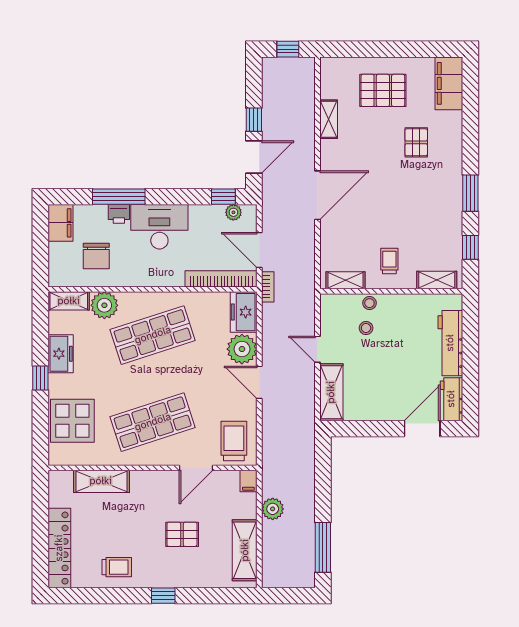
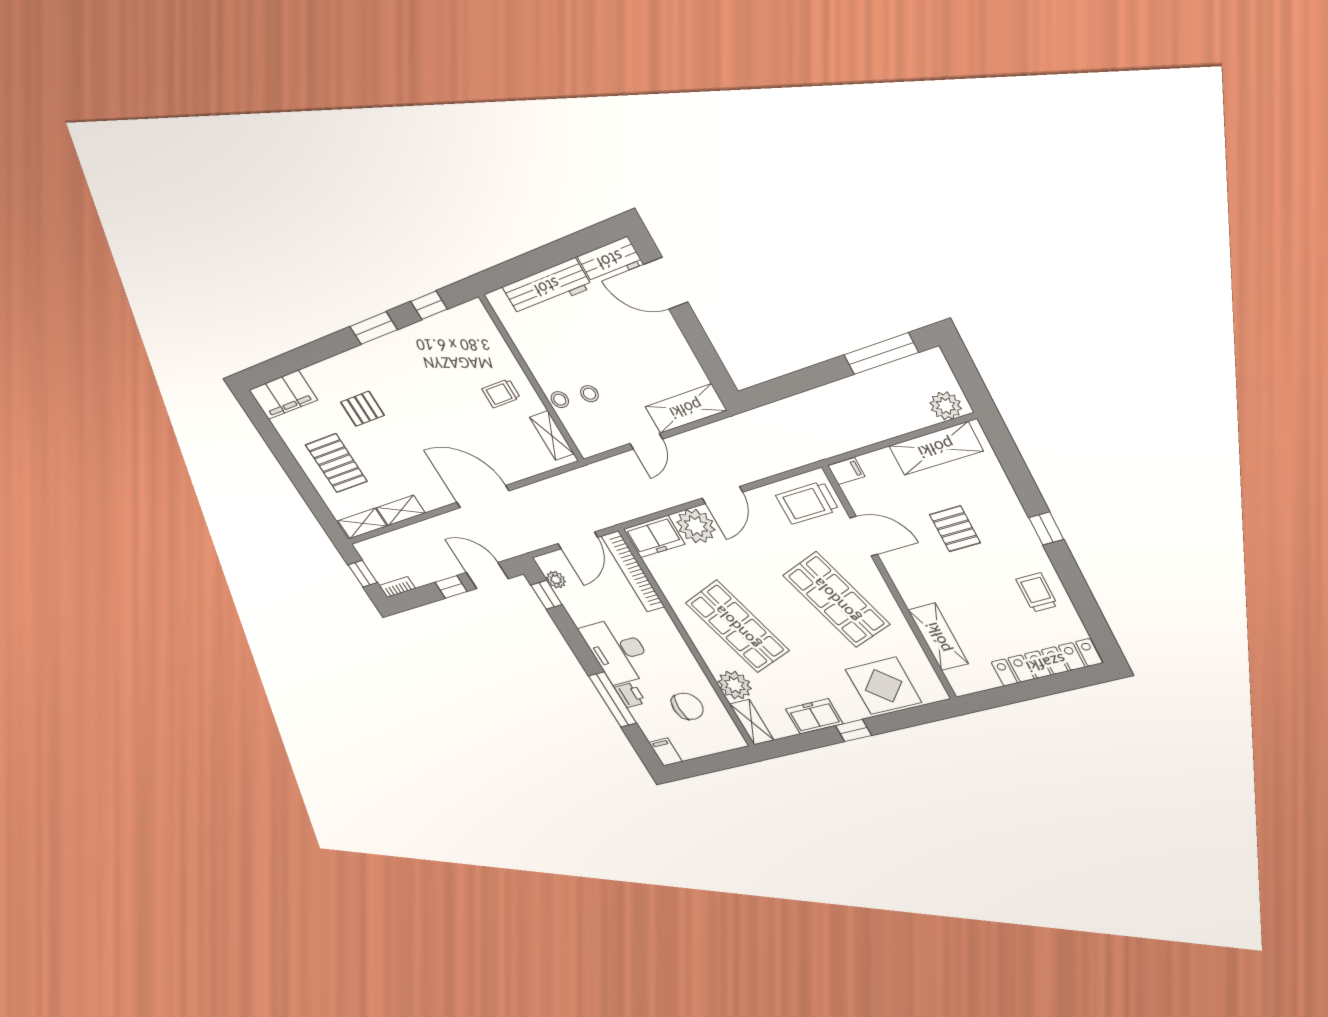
filing cabinet: (61, 223) -> (665, 752), width x0.50
shelving: (437, 280) -> (362, 523), moved, turned 90
bookcase: (268, 287) -> (397, 587), moved
plant: (273, 509) -> (946, 406), moved

